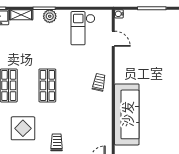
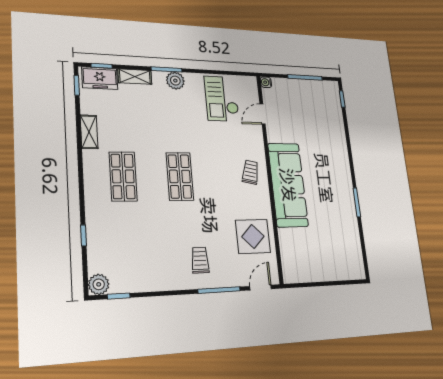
door: (113, 39) -> (262, 114), swing flipped
sofa: (127, 114) -> (288, 185), moved
display table: (23, 128) -> (253, 236), moved

